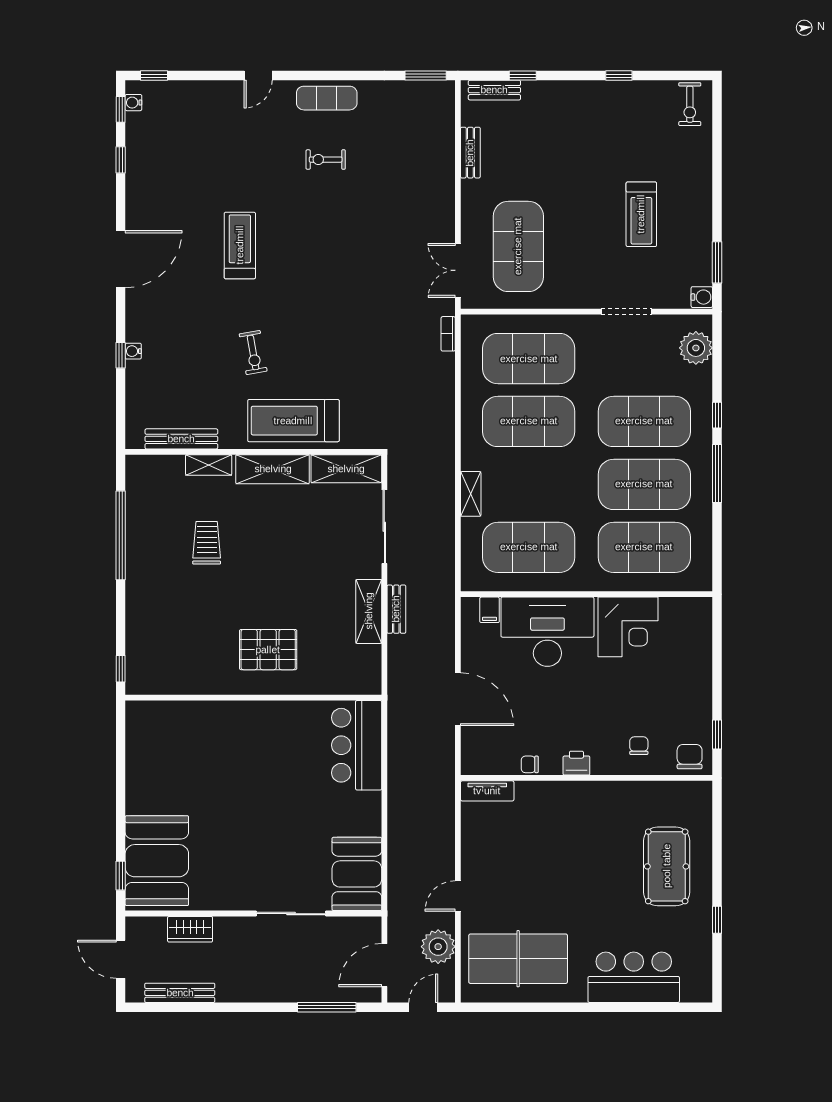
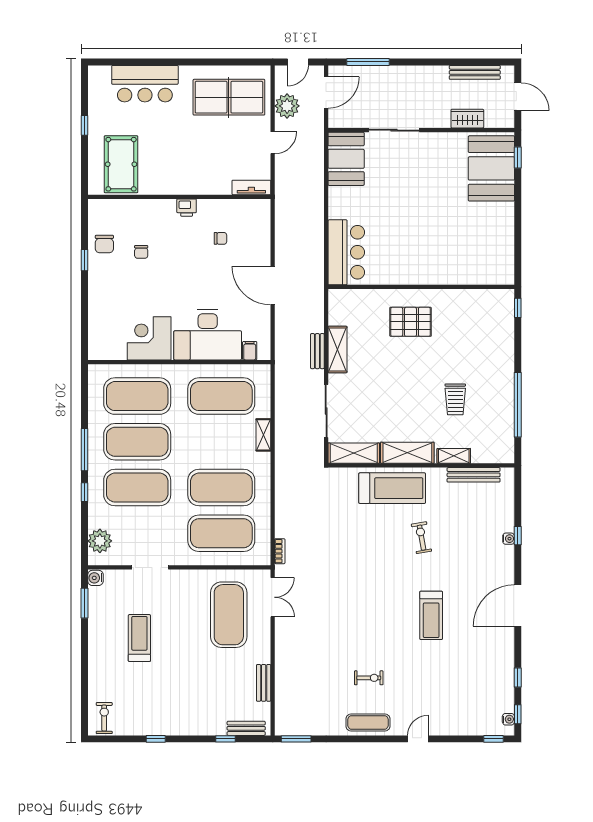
printer: (576, 763) -> (187, 208), moved
wall: (586, 778) -> (179, 197), moved
tv unit: (487, 791) -> (251, 187), moved

